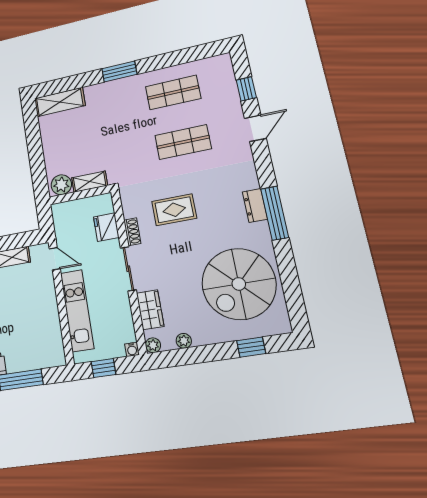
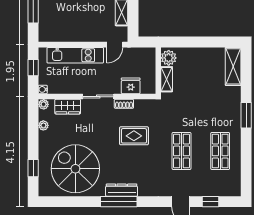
dresser: (255, 205) -> (122, 190), width x1.44
rug: (174, 210) -> (134, 136), turned 90

